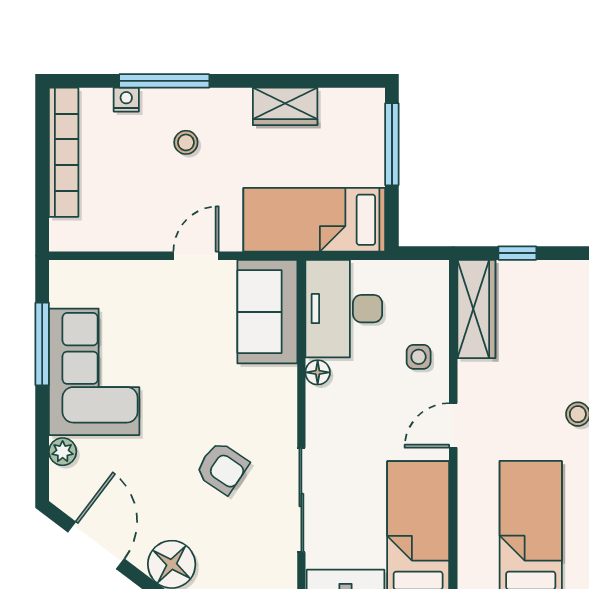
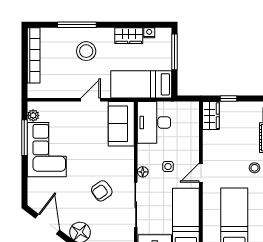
nightstand: (126, 100) -> (149, 33), moved
stool: (186, 142) -> (86, 51), width x1.89, depth x1.89
wardrobe: (476, 309) -> (211, 116), width x0.67
side table: (419, 357) -> (168, 167), moved
floor lamp: (318, 372) -> (143, 172), moved
plant: (63, 452) -> (33, 115), moved
armchair: (222, 468) -> (102, 191), turned 111

